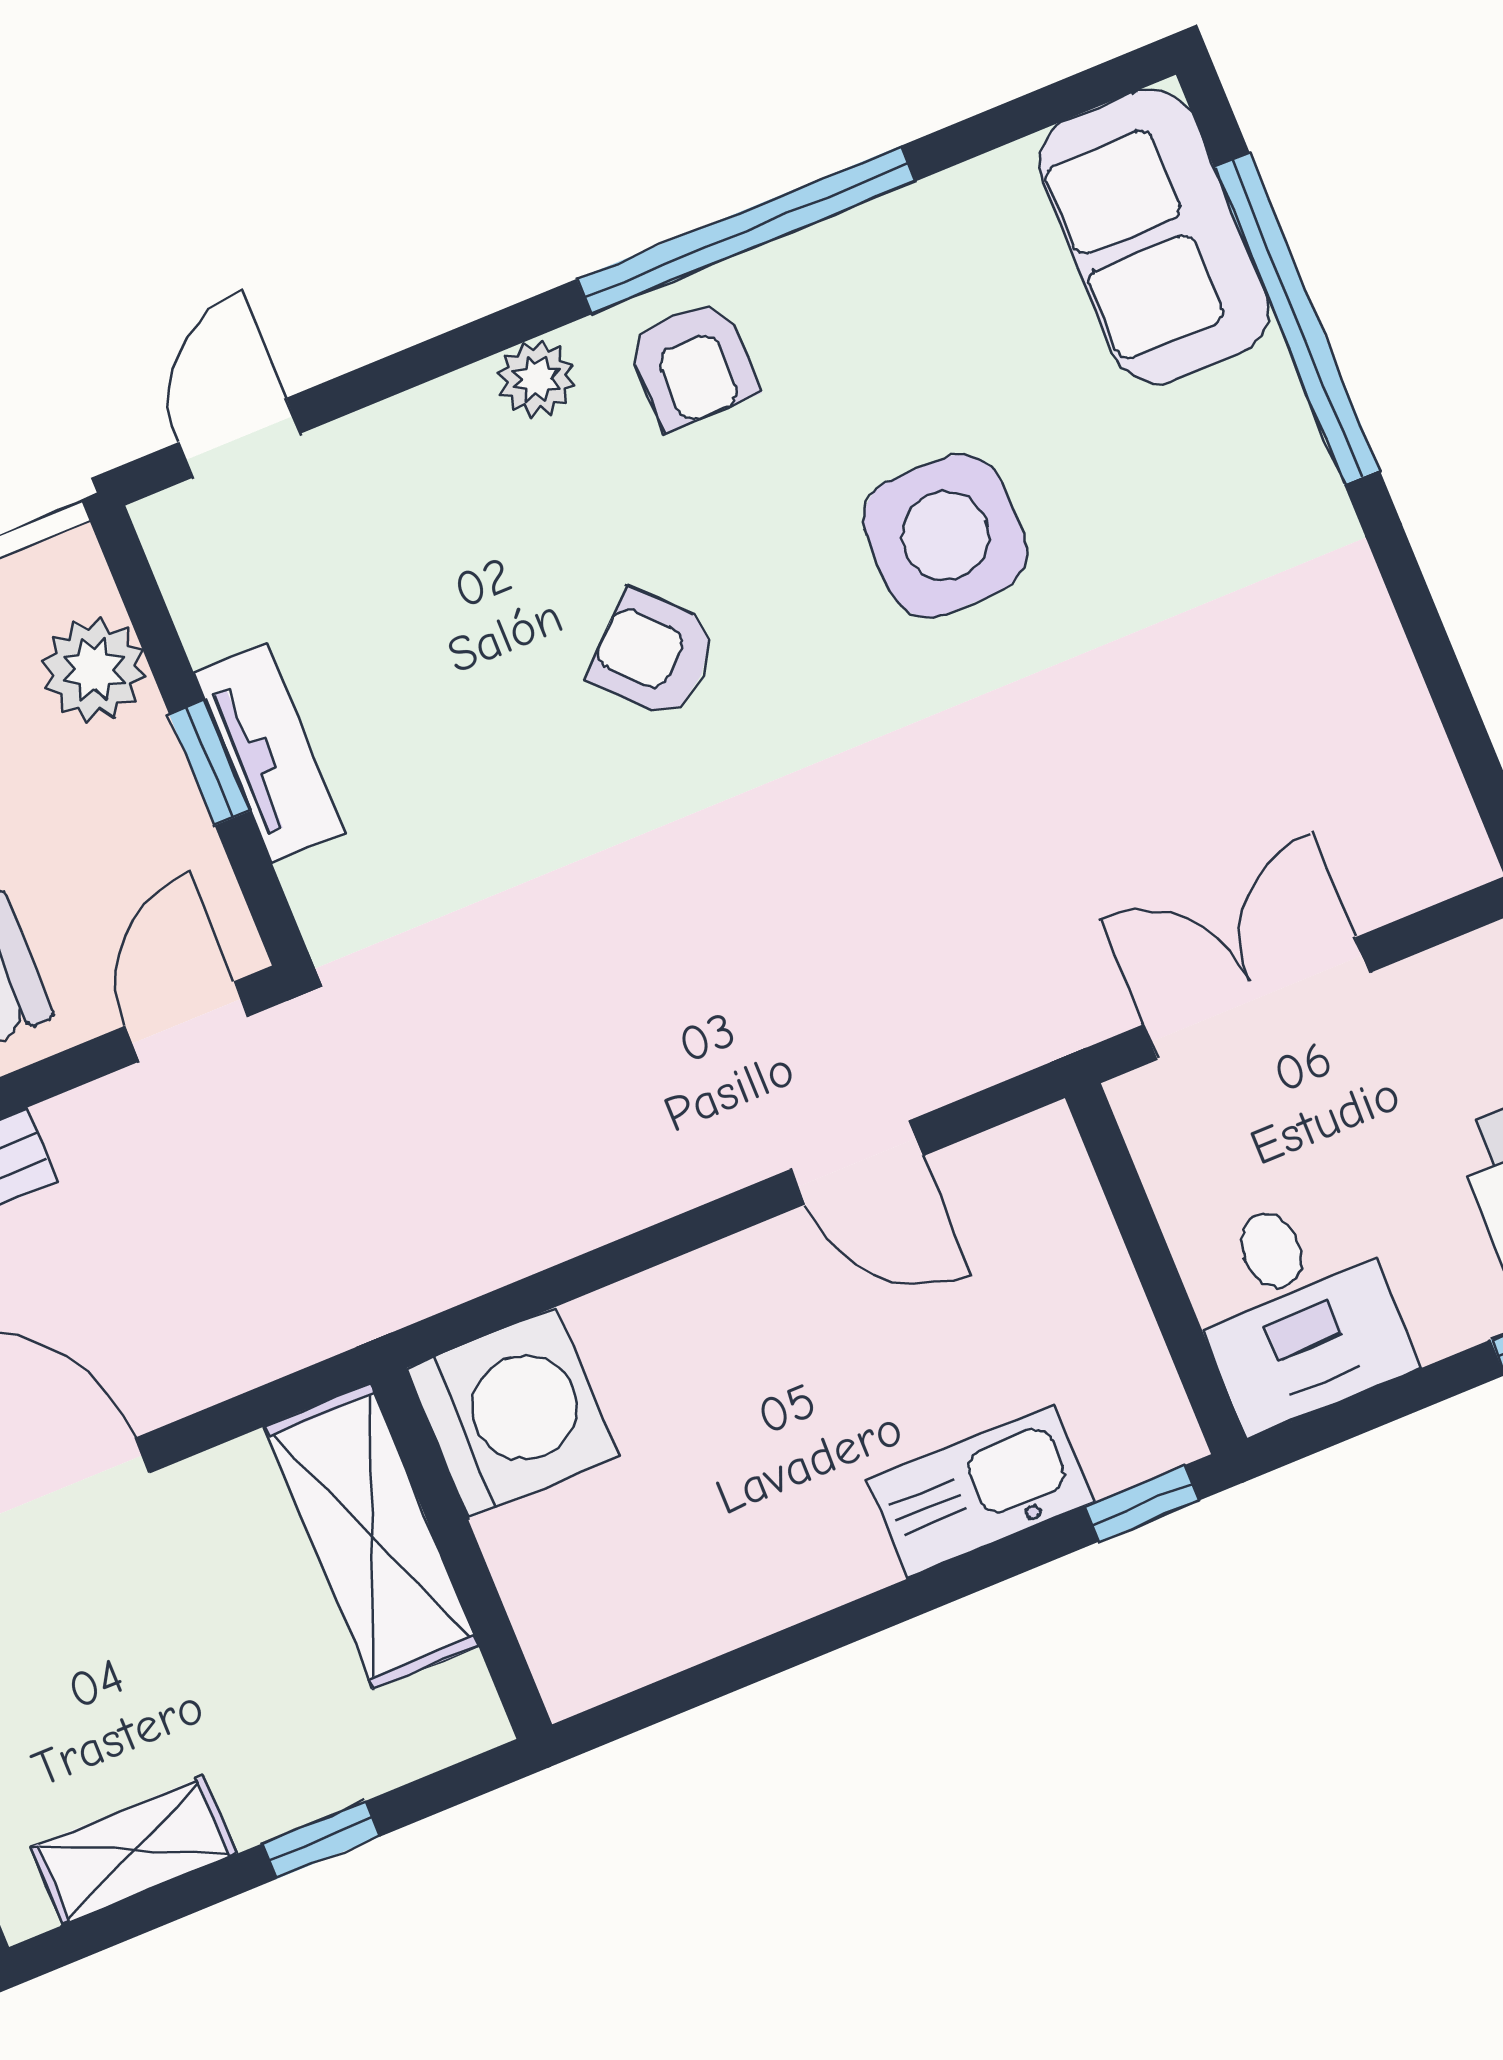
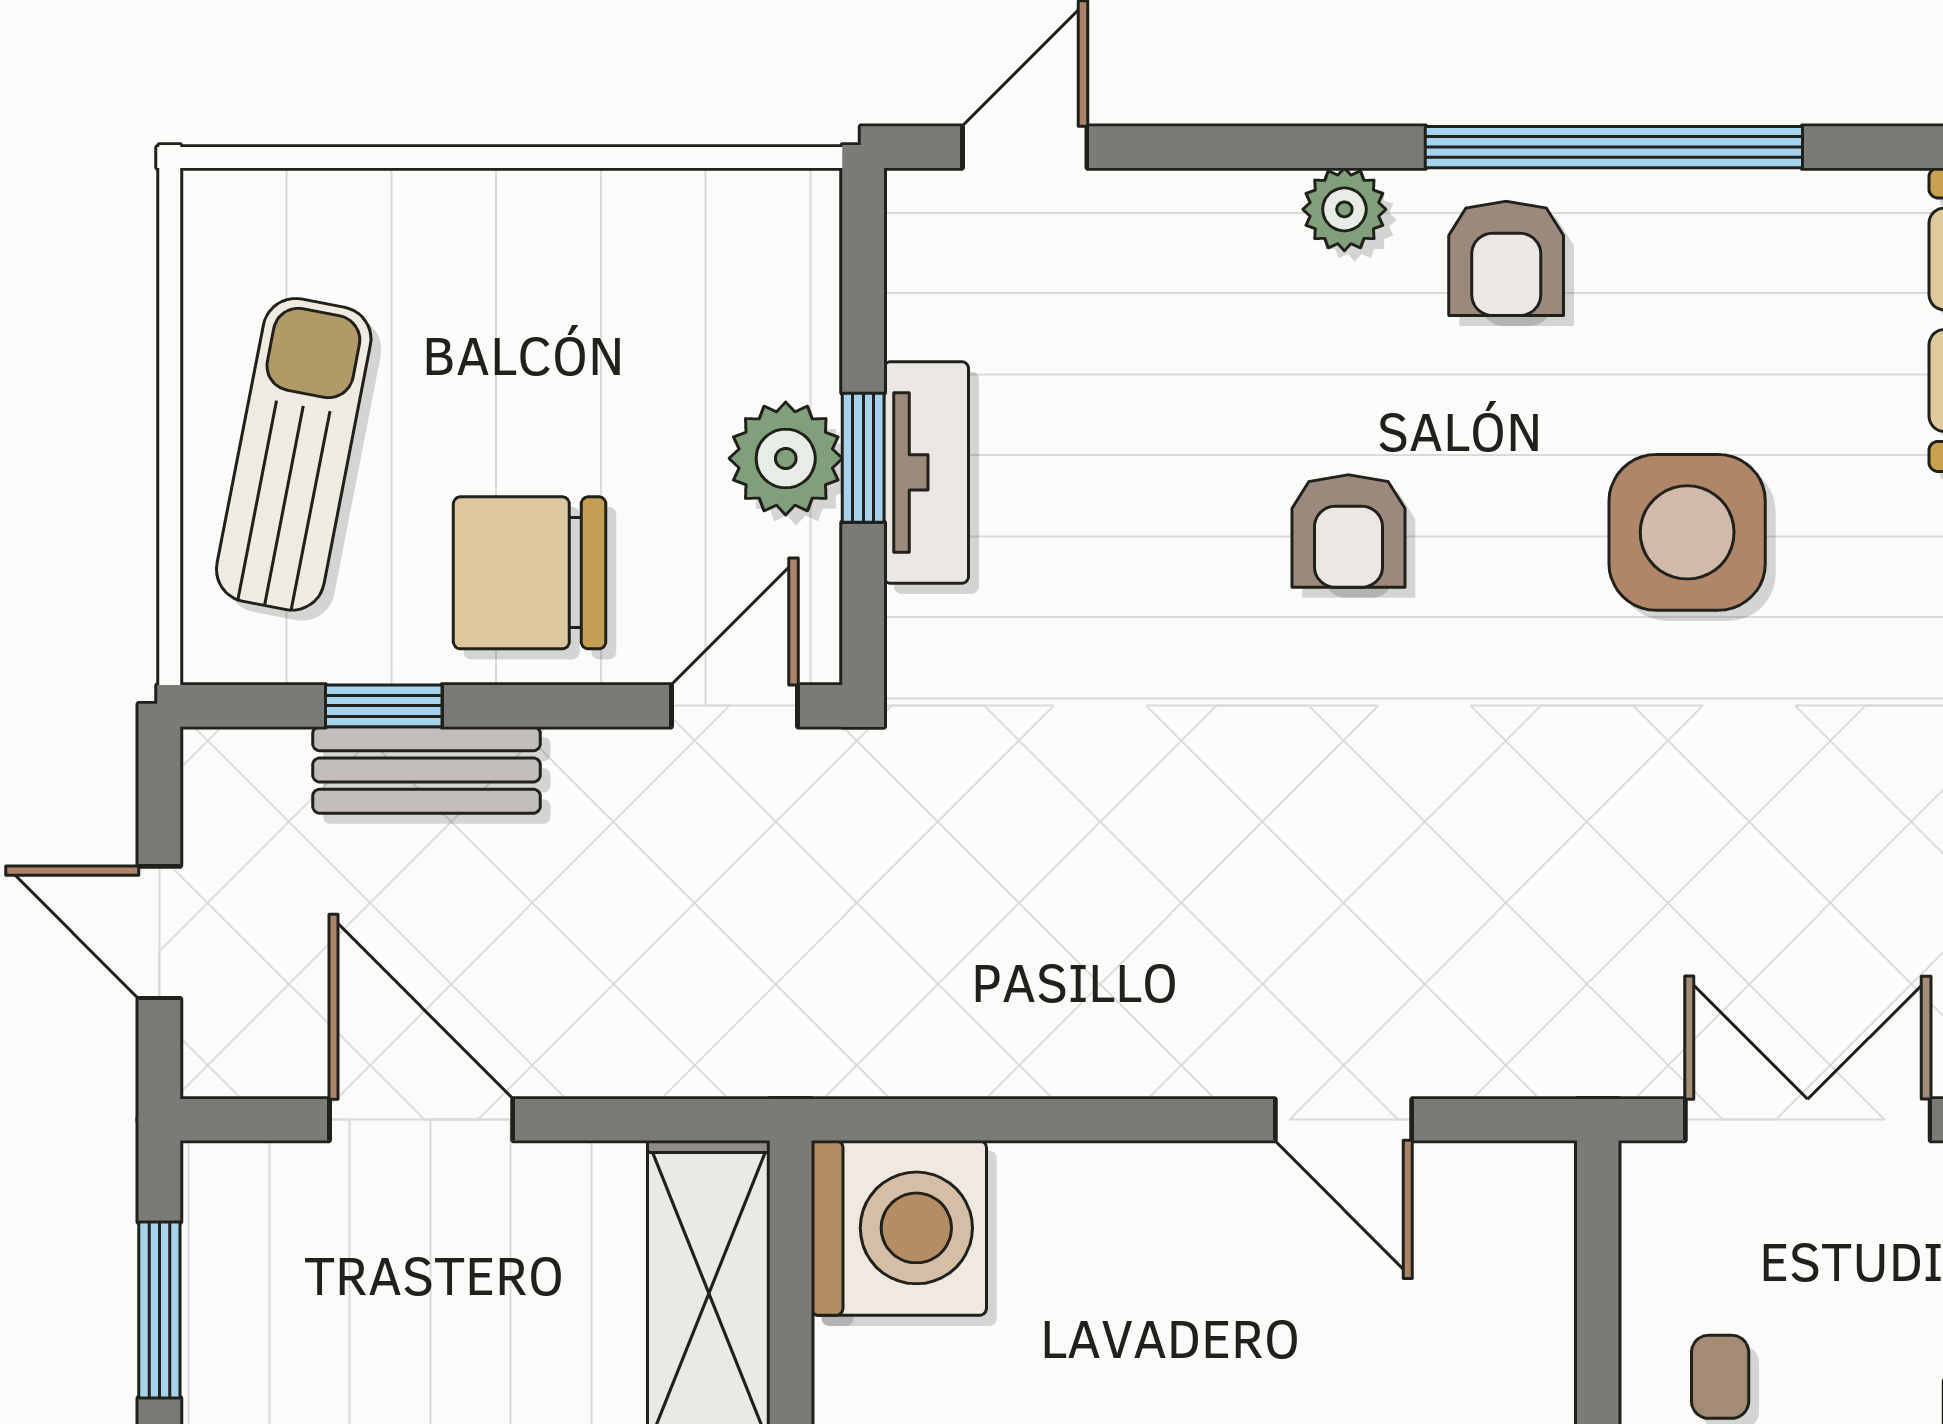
armchair: (653, 654) -> (1348, 531), turned -136
plant: (94, 669) -> (786, 458), moved

